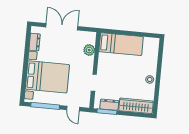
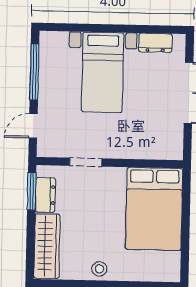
bed: (121, 44) -> (154, 209), width x1.50
plant: (89, 50) -> (148, 149), removed
bed with nightstands: (47, 77) -> (103, 72), width x0.73

